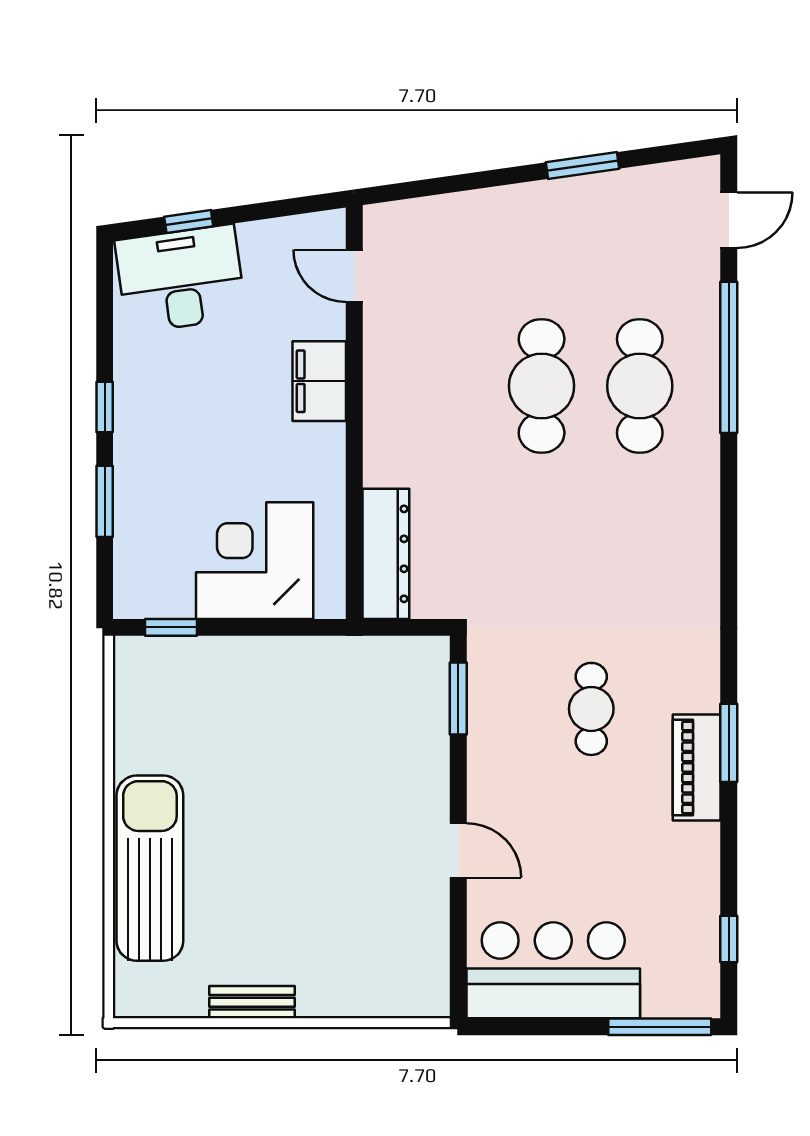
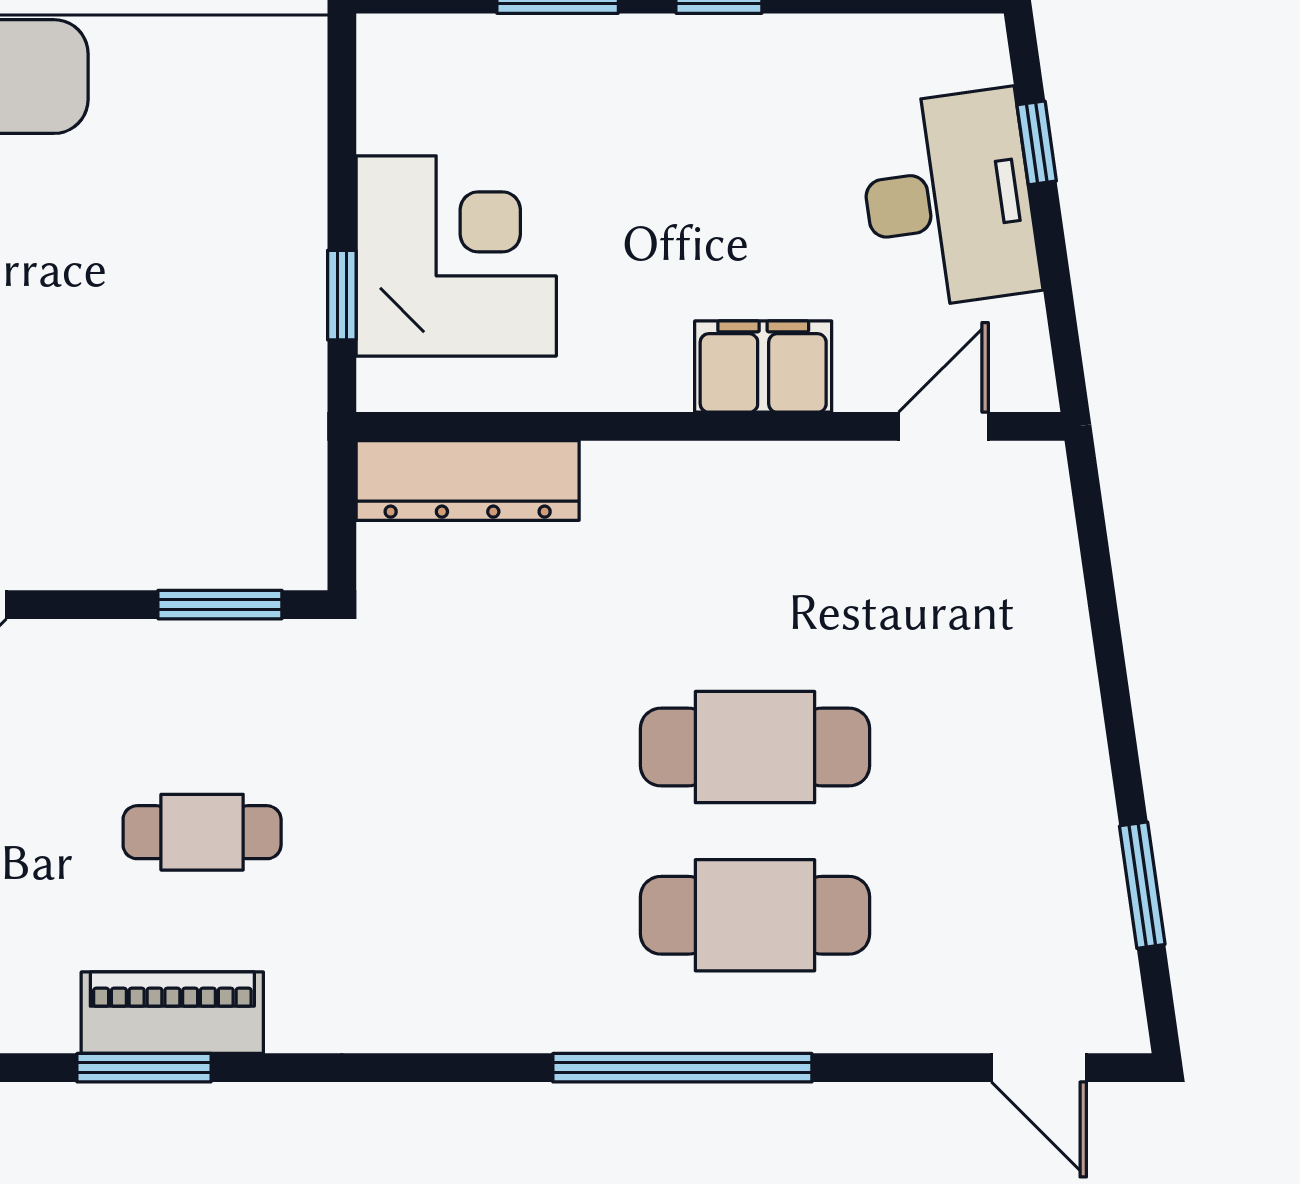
window: (582, 165) -> (1142, 885), moved
desk: (180, 279) -> (948, 199), moved
window: (729, 357) -> (682, 1068), moved
window: (171, 627) -> (342, 295), moved
piano: (697, 767) -> (172, 1013), moved

